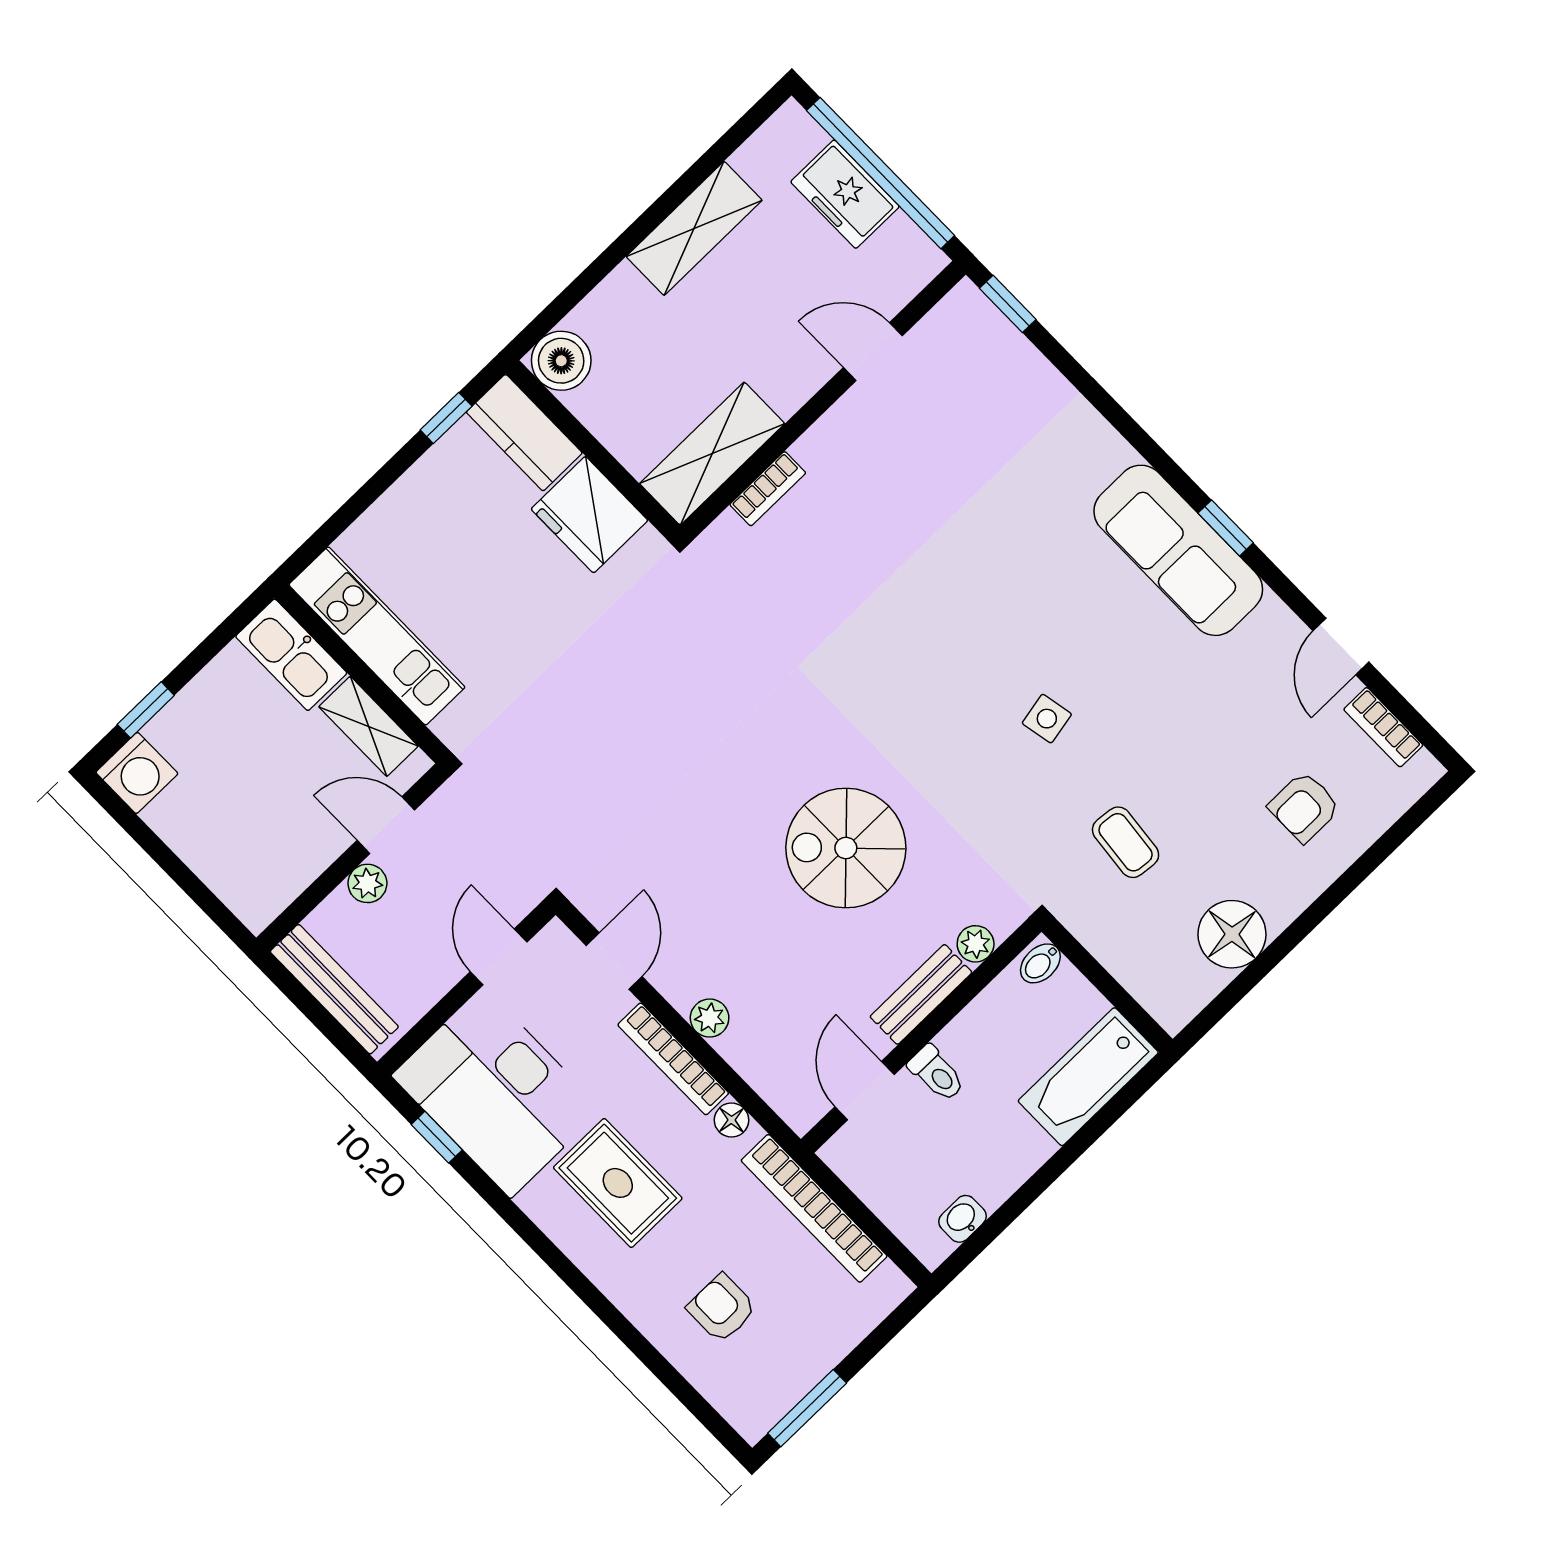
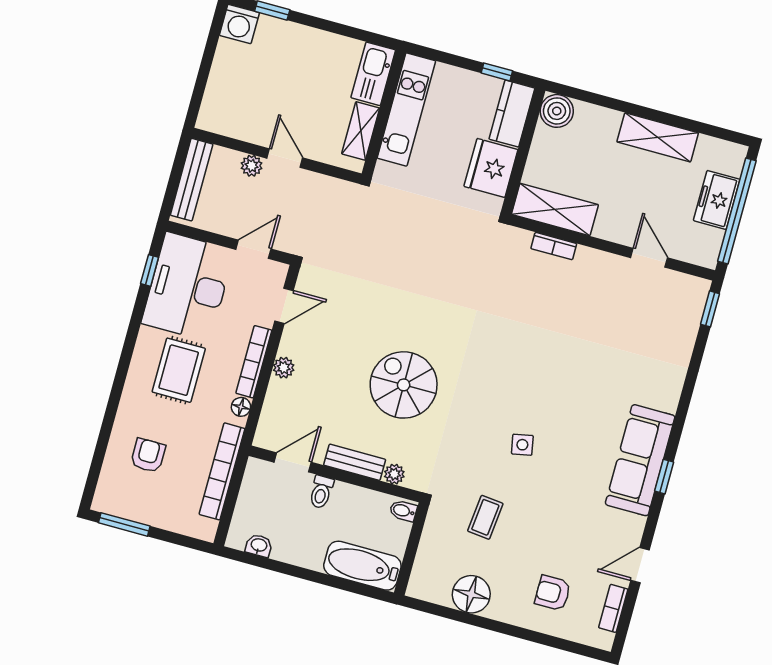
kitchen unit: (377, 636) -> (406, 110), moved
kitchen sink: (291, 655) -> (373, 74), moved
wall: (362, 674) -> (384, 113), moved
shelving: (368, 726) -> (361, 131), moved

